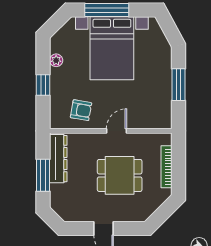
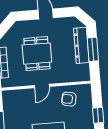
dresser: (58, 159) -> (81, 45), moved
dining table: (120, 175) -> (37, 54), turned 90

